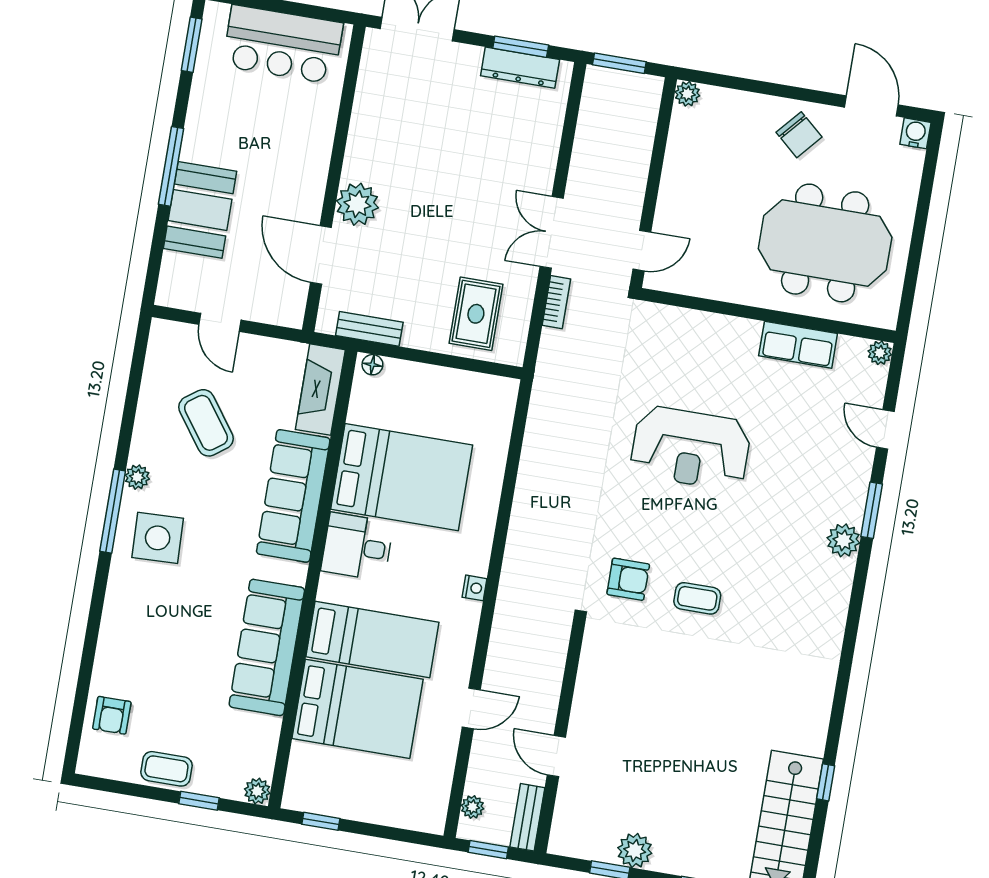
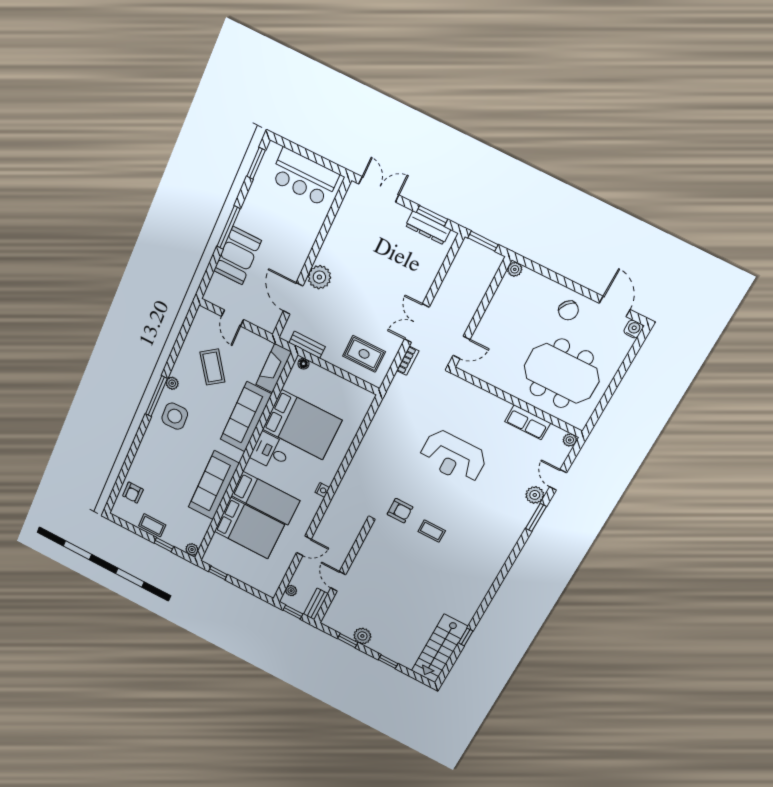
rug: (476, 314) -> (364, 354), turned 90
plant: (843, 540) -> (535, 495), moved

